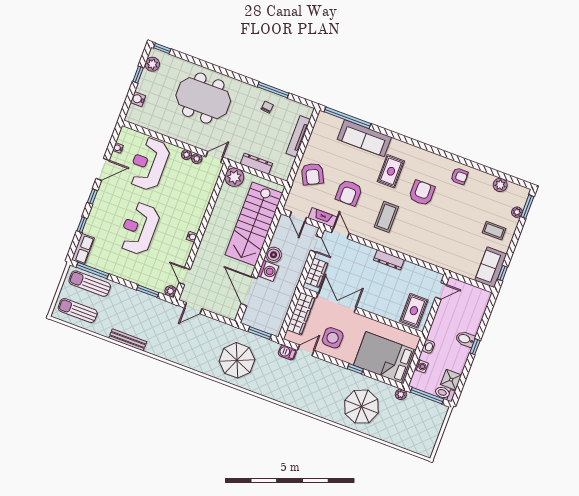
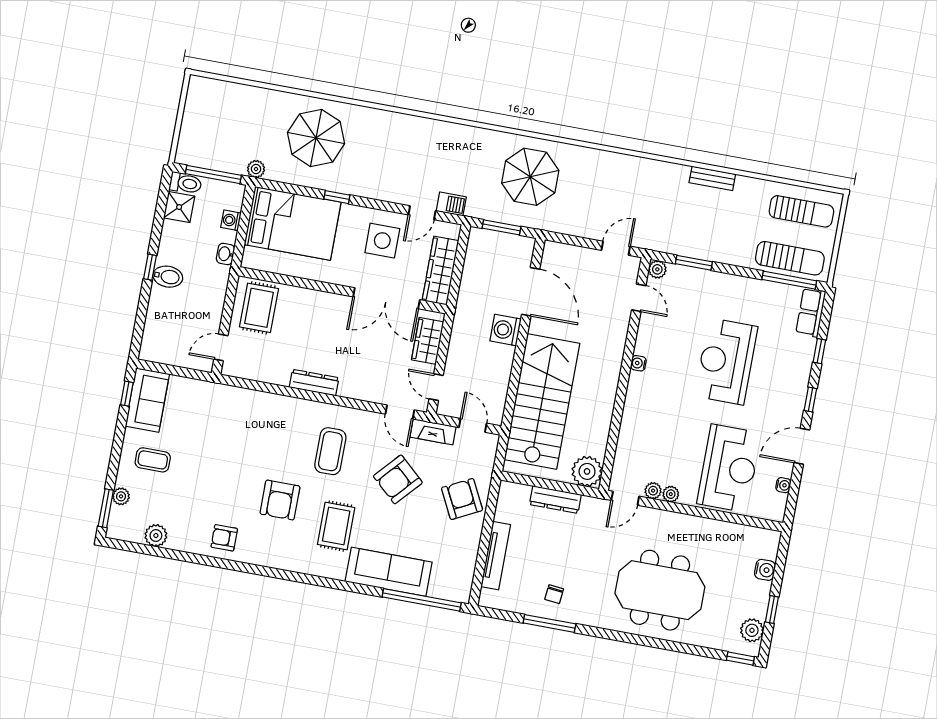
armchair: (349, 193) -> (398, 479), turned -138
reception desk: (139, 228) -> (726, 361), turned 180
boiler: (274, 255) -> (501, 358), removed
bench: (128, 340) -> (712, 178), width x0.73

